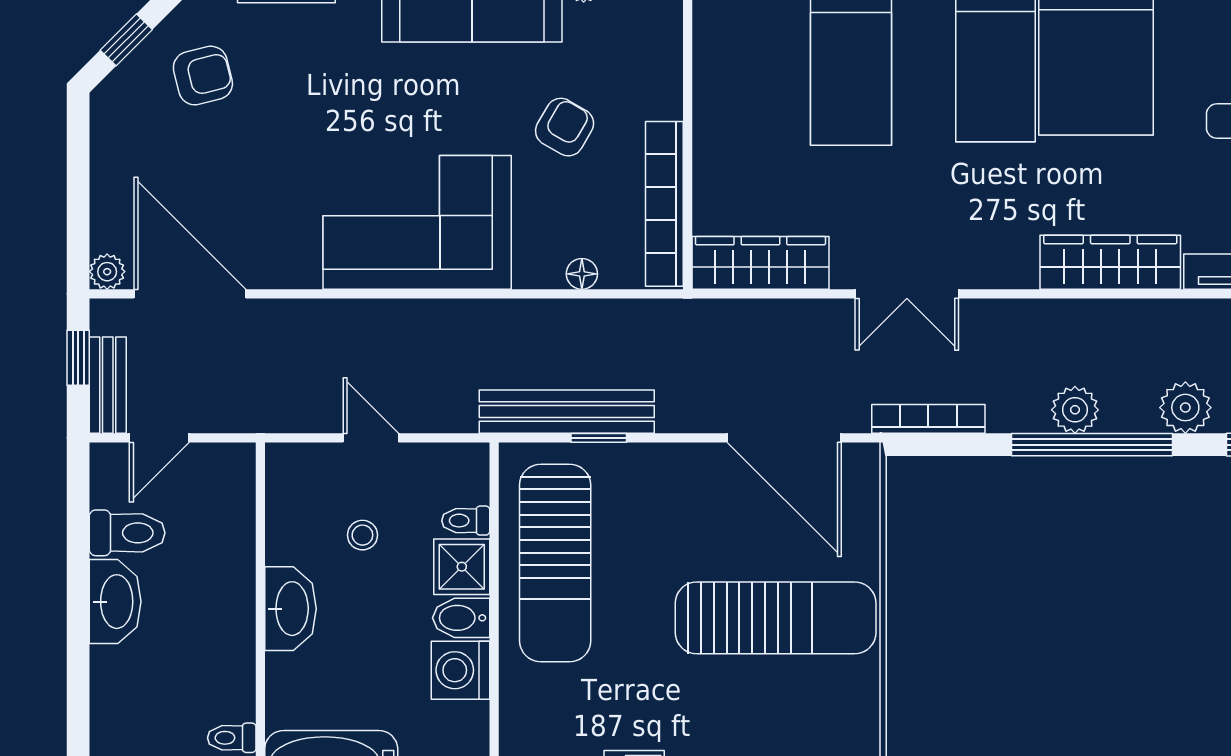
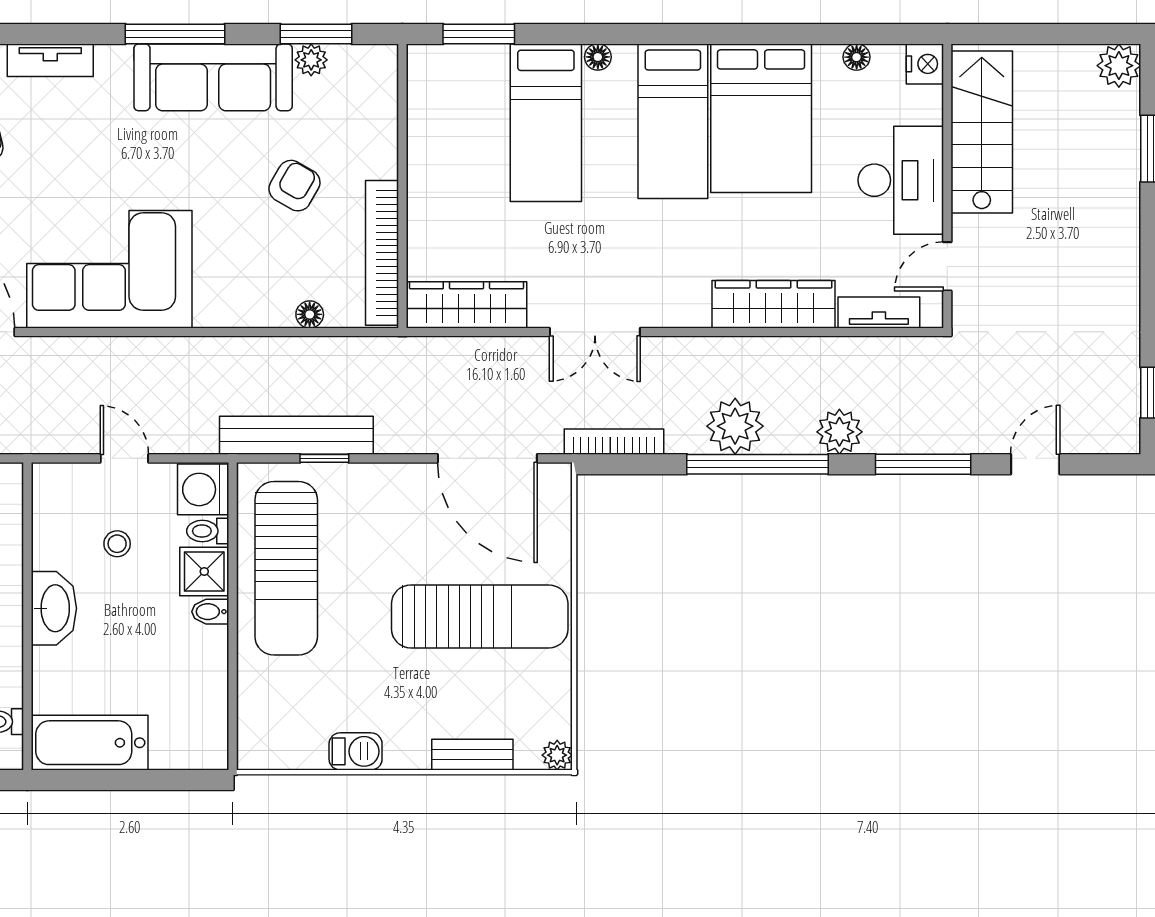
corner sofa: (417, 222) -> (109, 269), moved
plant: (1075, 410) -> (735, 426), width x1.36, depth x1.36
bidet: (461, 618) -> (210, 612), width x0.72, depth x0.74
washing machine: (461, 670) -> (203, 489), moved

